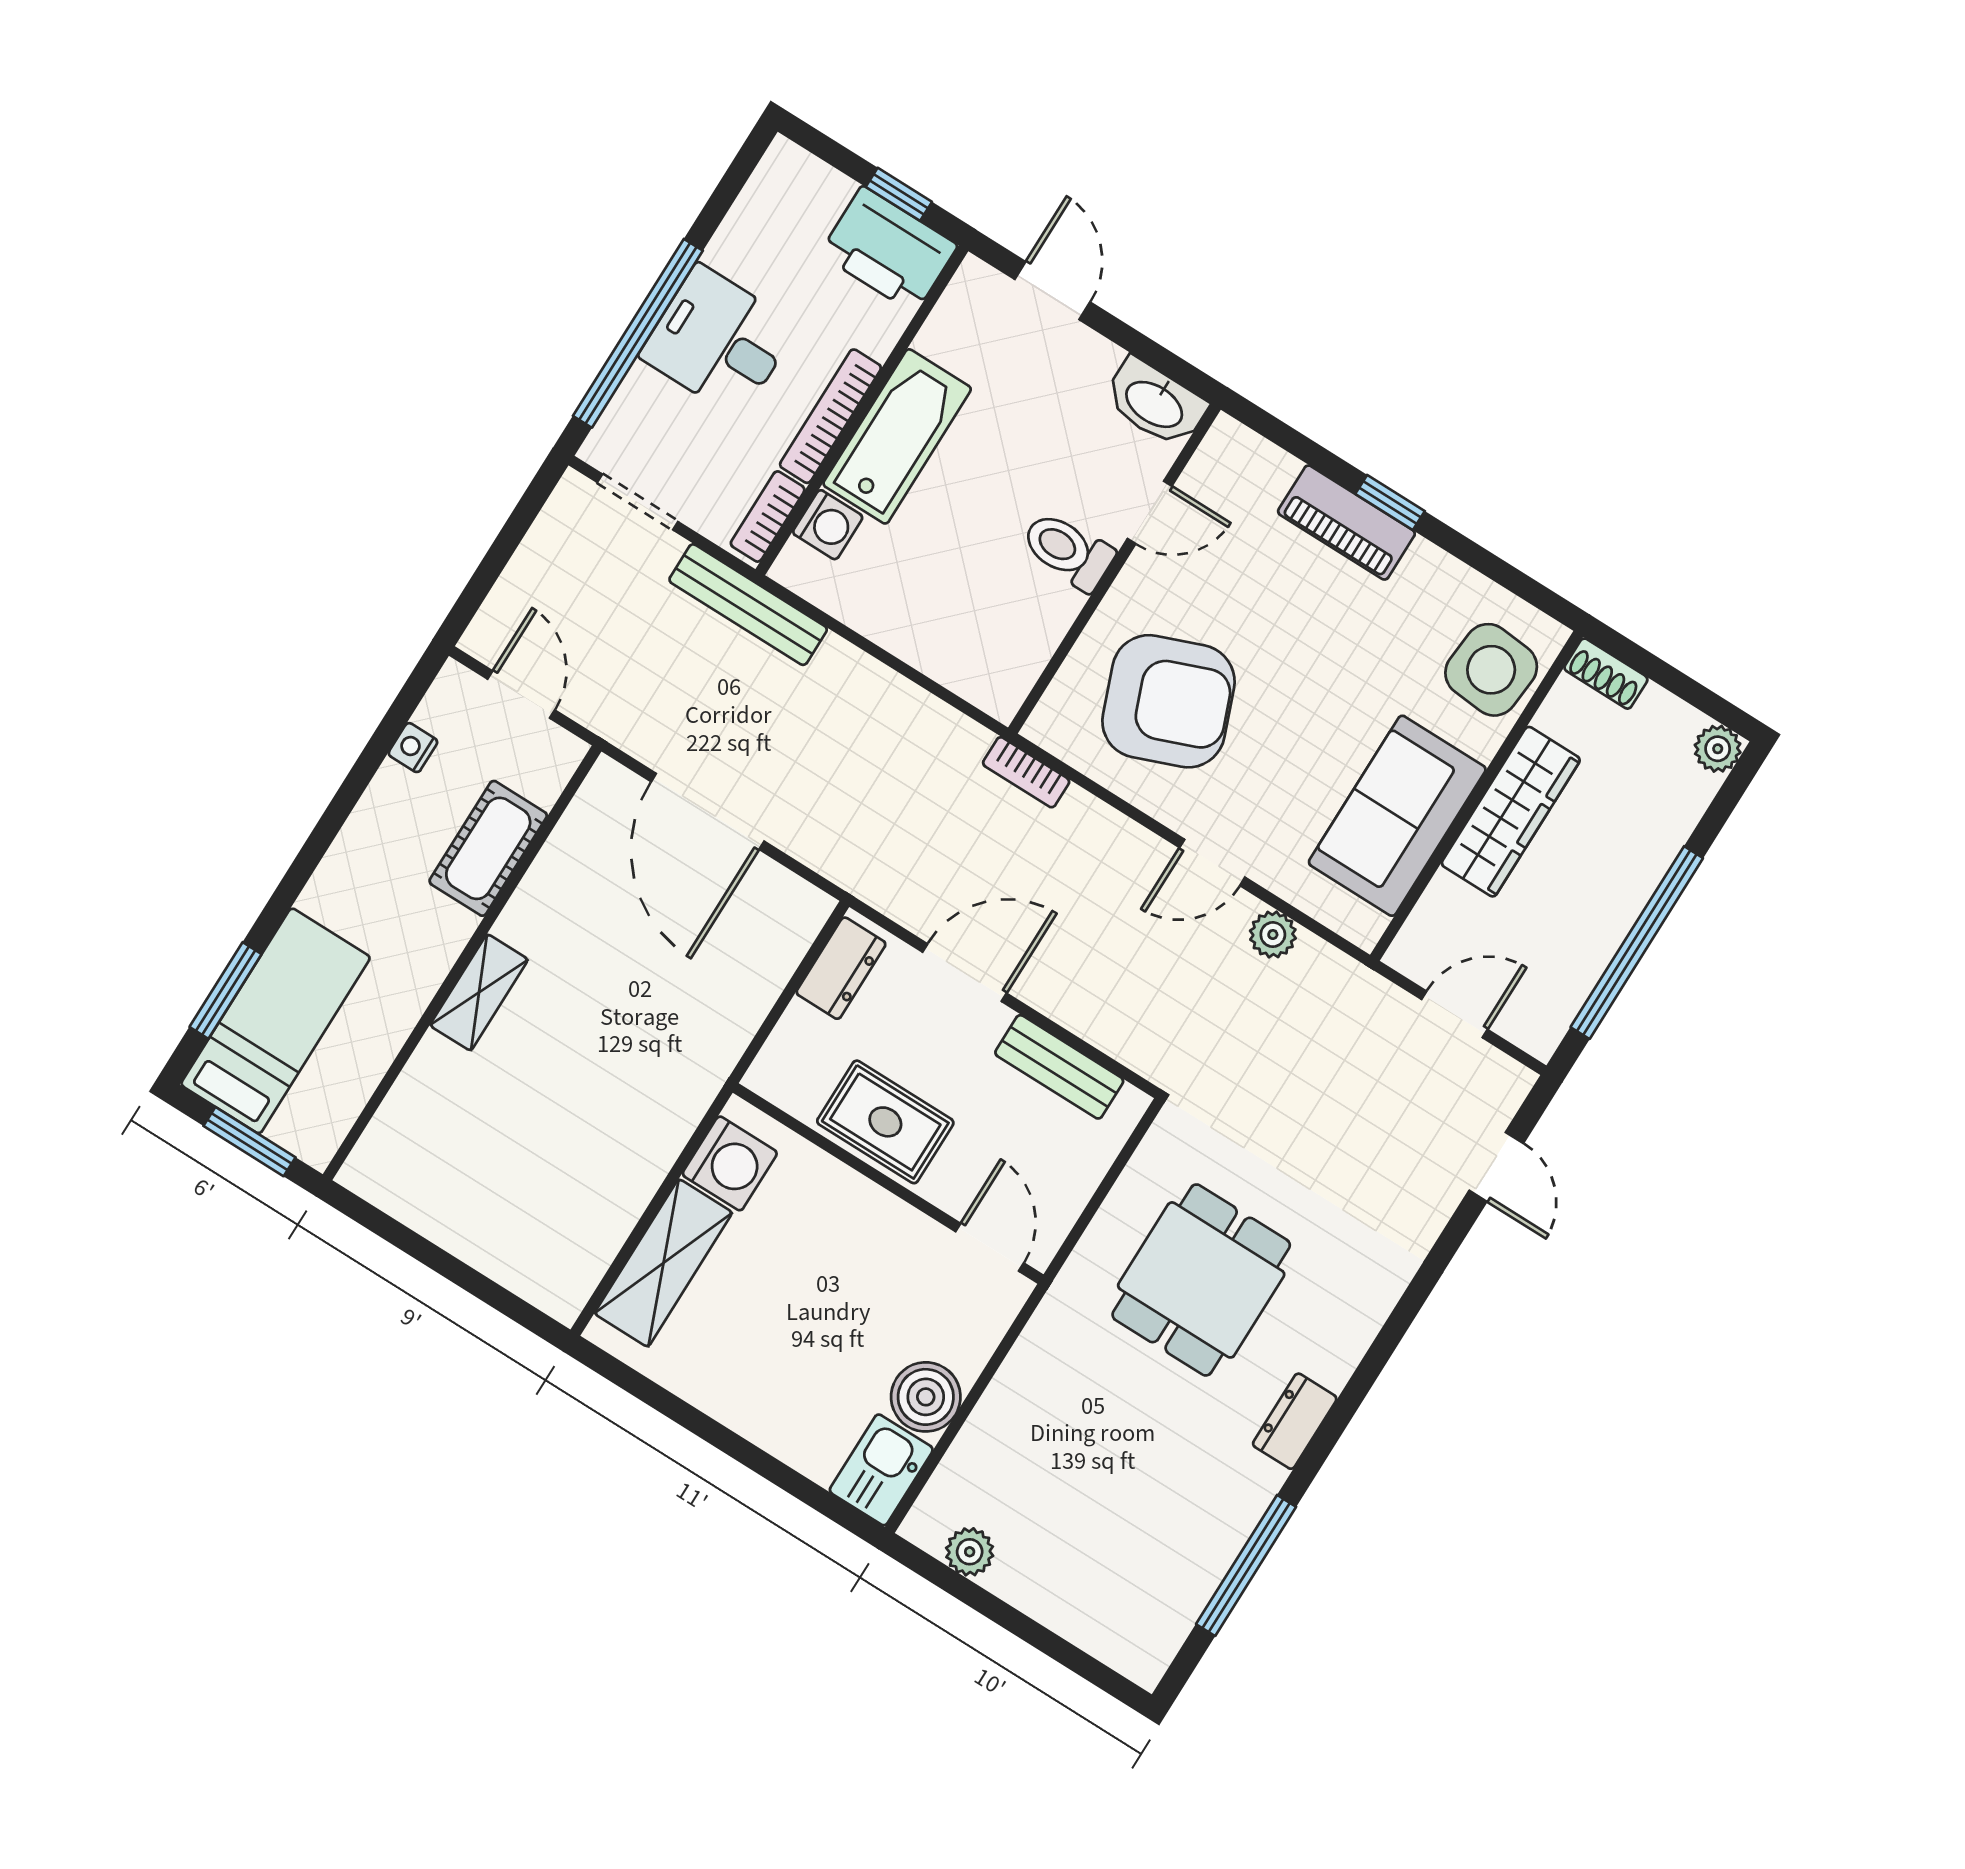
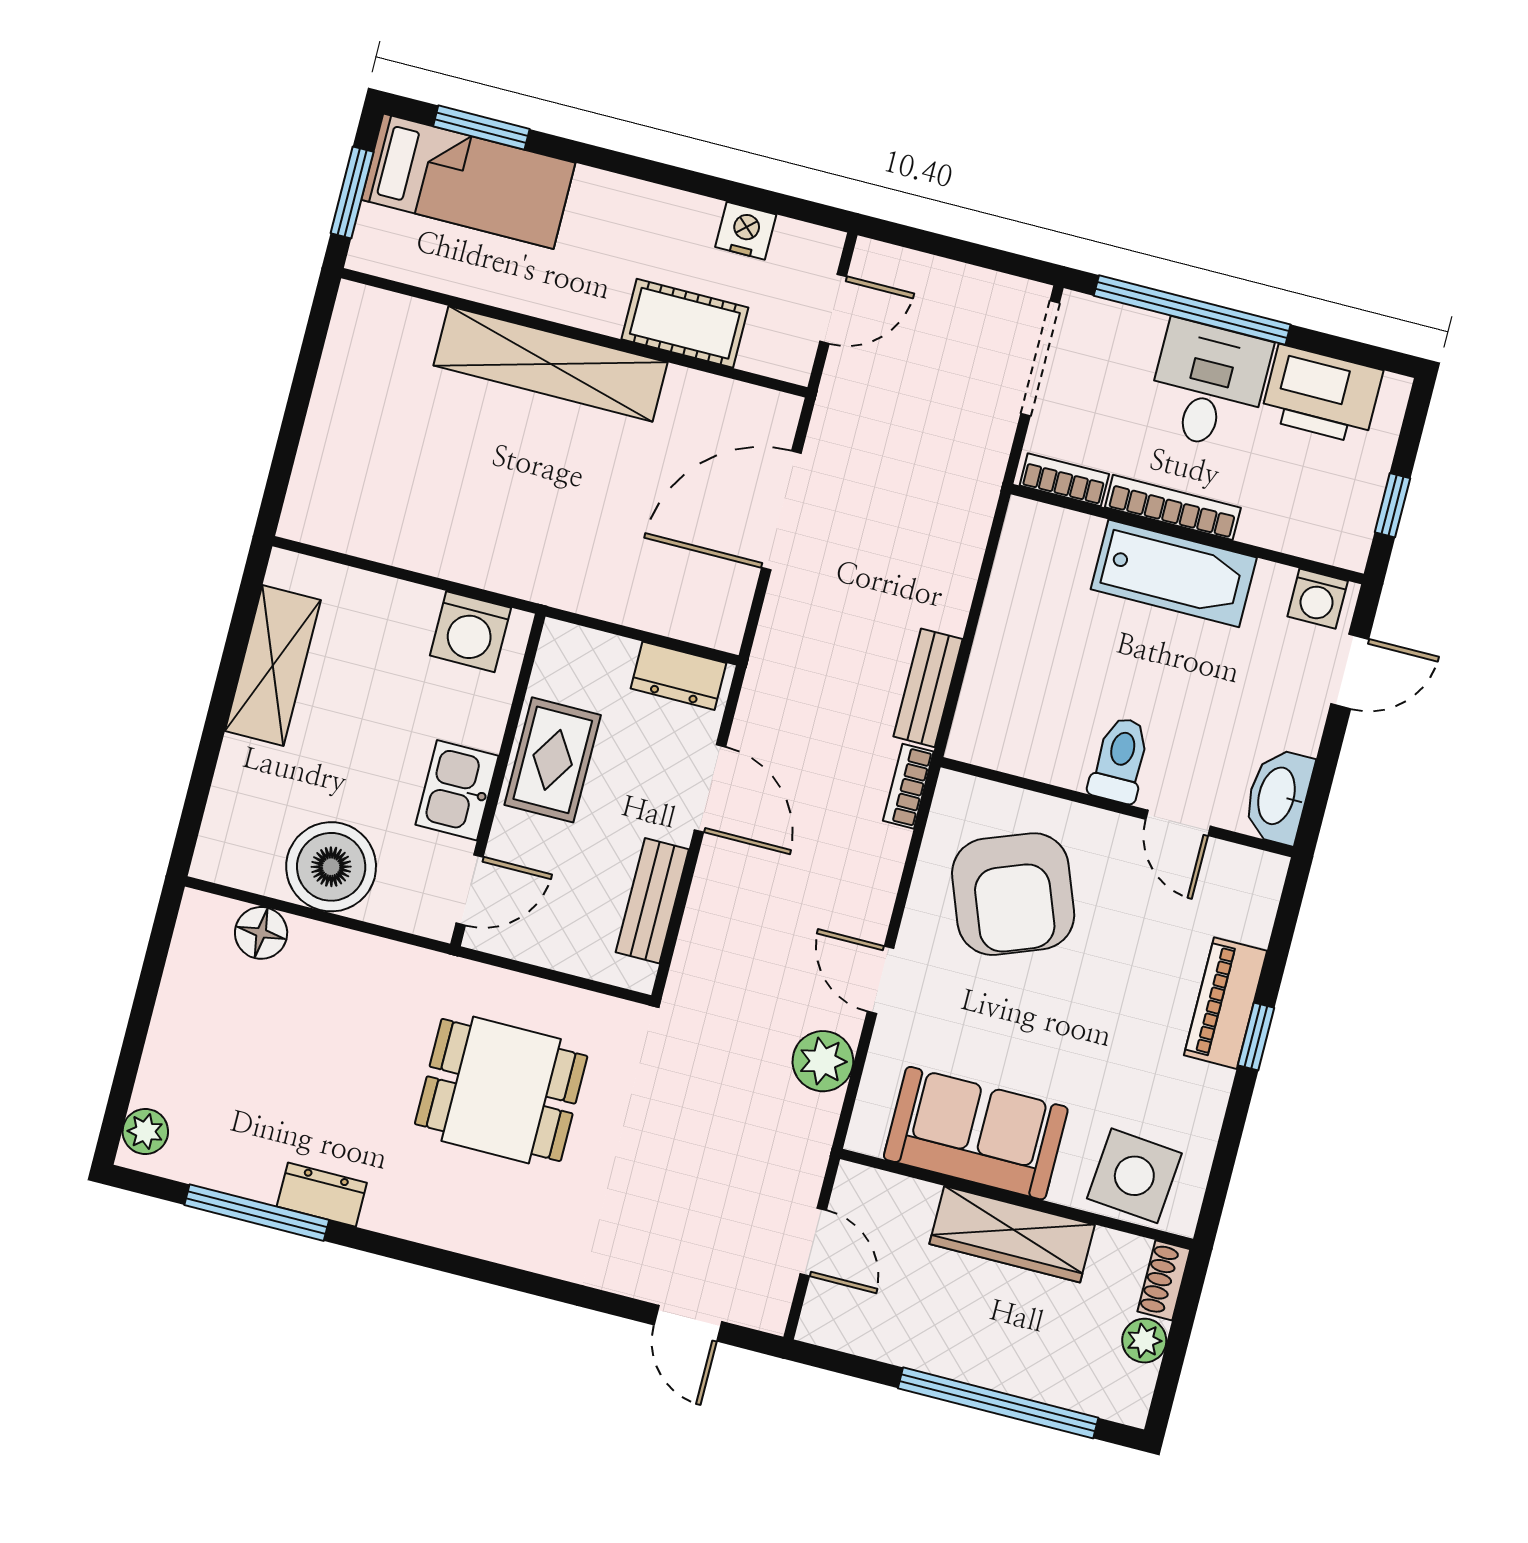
printer: (889, 250) -> (1322, 394), moved, turned -90
doorway: (638, 502) -> (1040, 358), width x1.38
washing machine: (828, 525) -> (1318, 599), moved
bench: (748, 605) -> (928, 688), moved, width x0.73
nightstand: (413, 748) -> (746, 231), width x1.39, depth x1.35
plant: (1718, 749) -> (1144, 1341), moved
plant: (1273, 935) -> (823, 1061), width x1.38, depth x1.38
window: (1637, 943) -> (998, 1403), moved
shelving: (479, 992) -> (551, 364), width x2.20, depth x1.33
door: (1496, 1167) -> (688, 1323), hinge flipped
shelving: (663, 1263) -> (273, 665), moved, turned 90
boiler: (926, 1397) -> (331, 867), width x1.37, depth x1.37
dresser: (1295, 1421) -> (322, 1195), moved
kitchen sink: (881, 1470) -> (457, 790), moved, turned -90
floor lamp: (966, 1471) -> (261, 933), added
plant: (970, 1552) -> (145, 1131), moved

